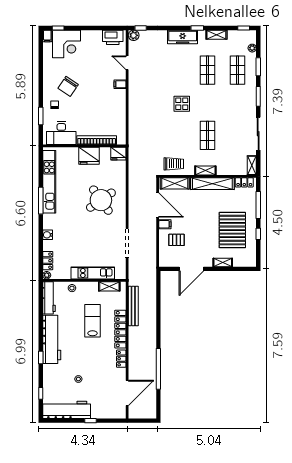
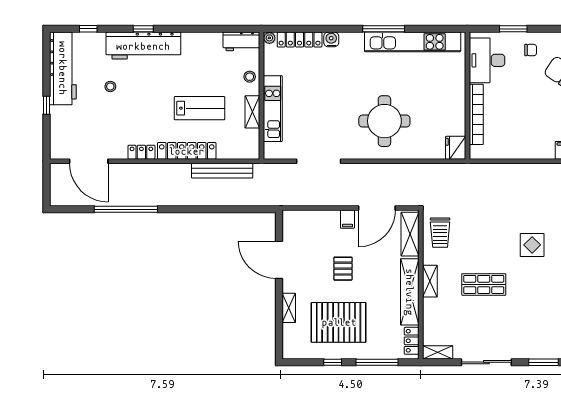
fridge: (89, 156) -> (452, 103), removed
round table: (101, 200) -> (384, 121), turned 35
pallet: (176, 240) -> (343, 269), moved
locker: (48, 261) -> (300, 40), width x1.53
shelving: (109, 286) -> (252, 112), moved
workbench: (49, 298) -> (241, 41), width x0.73
workbench: (52, 339) -> (143, 46), moved

